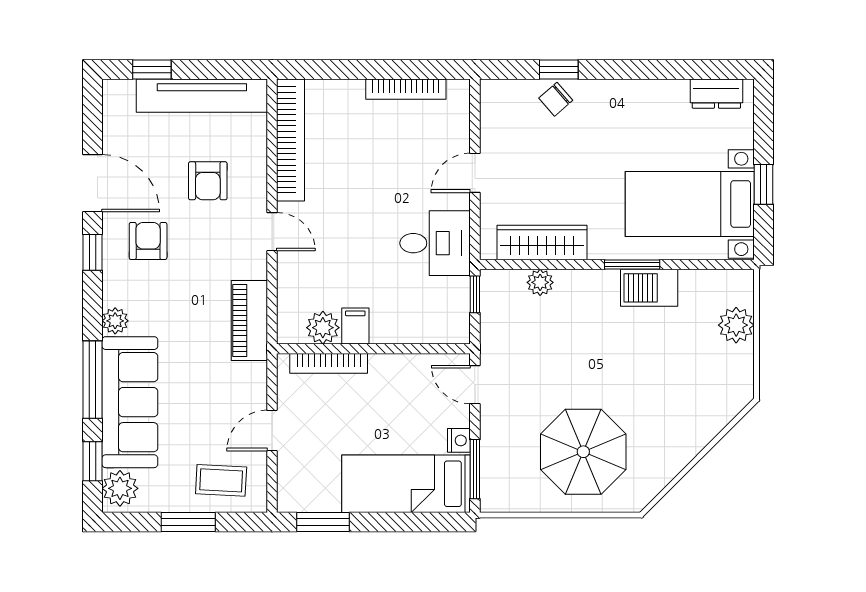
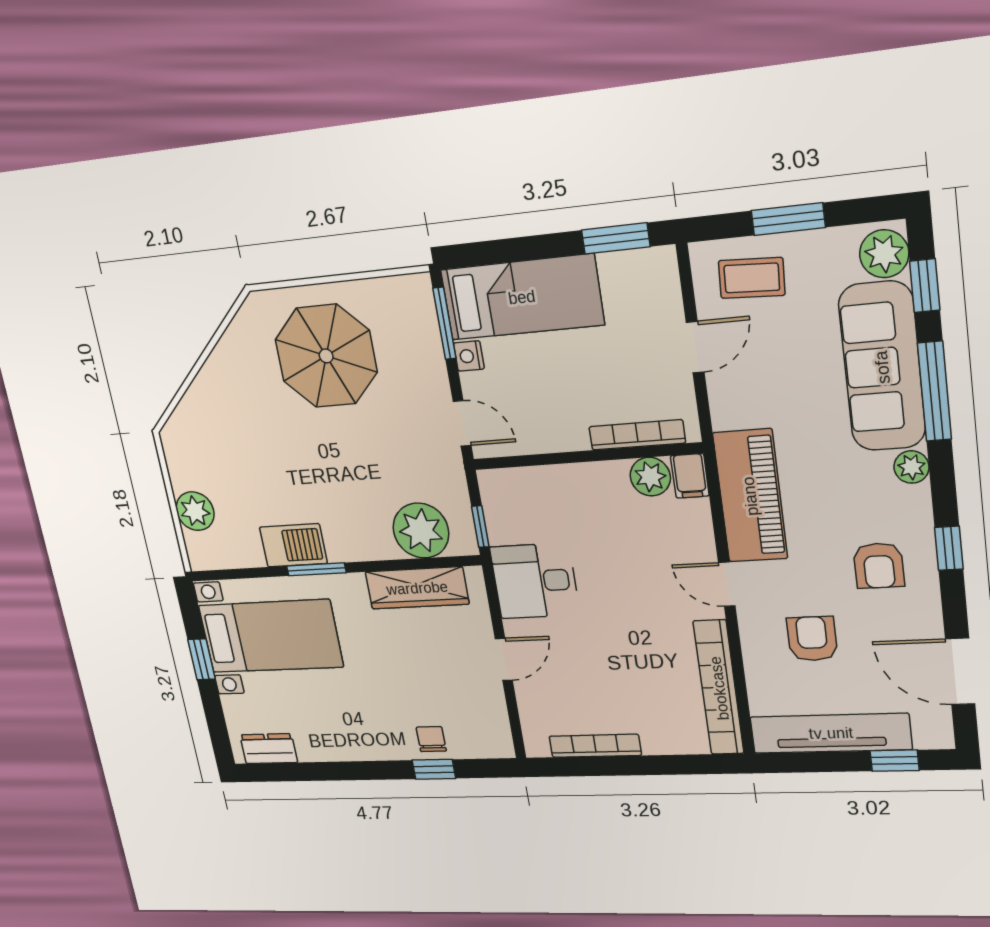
chair: (556, 99) -> (431, 739), turned -49
door: (93, 183) -> (960, 672), moved
plant: (540, 282) -> (421, 531), width x1.88, depth x1.88
piano: (249, 320) -> (750, 496), width x1.37, depth x1.33
filing cabinet: (355, 326) -> (690, 476), moved

